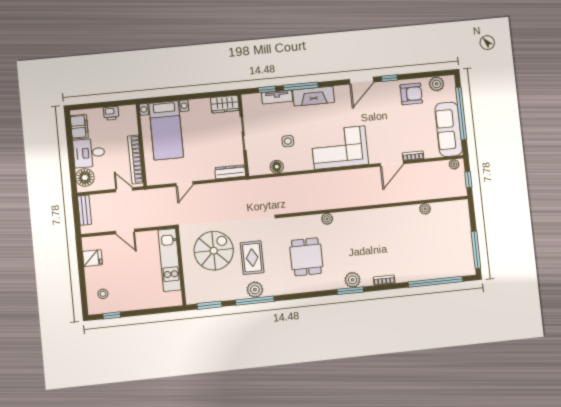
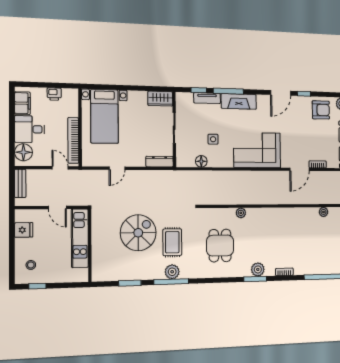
kitchen unit: (170, 260) -> (80, 238), moved
wall: (181, 266) -> (90, 245), moved

